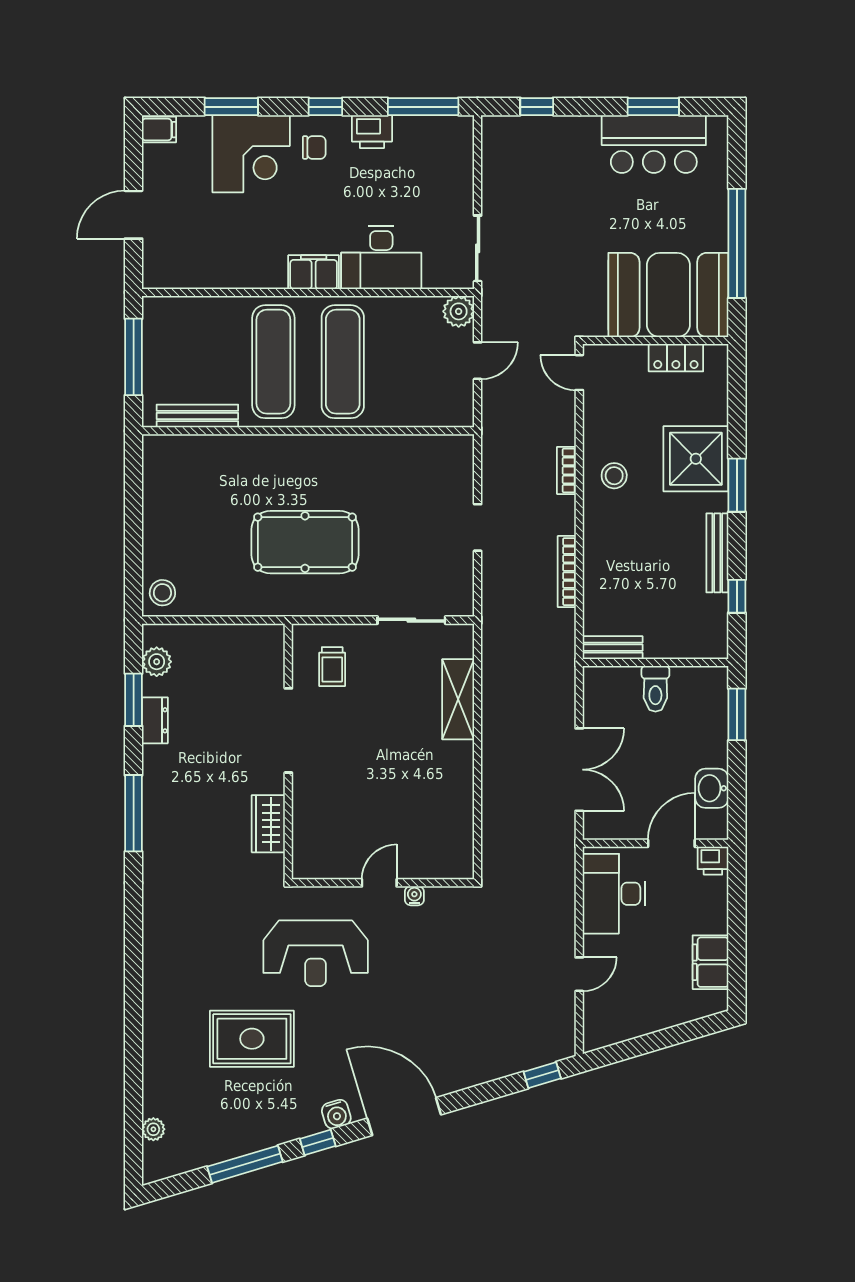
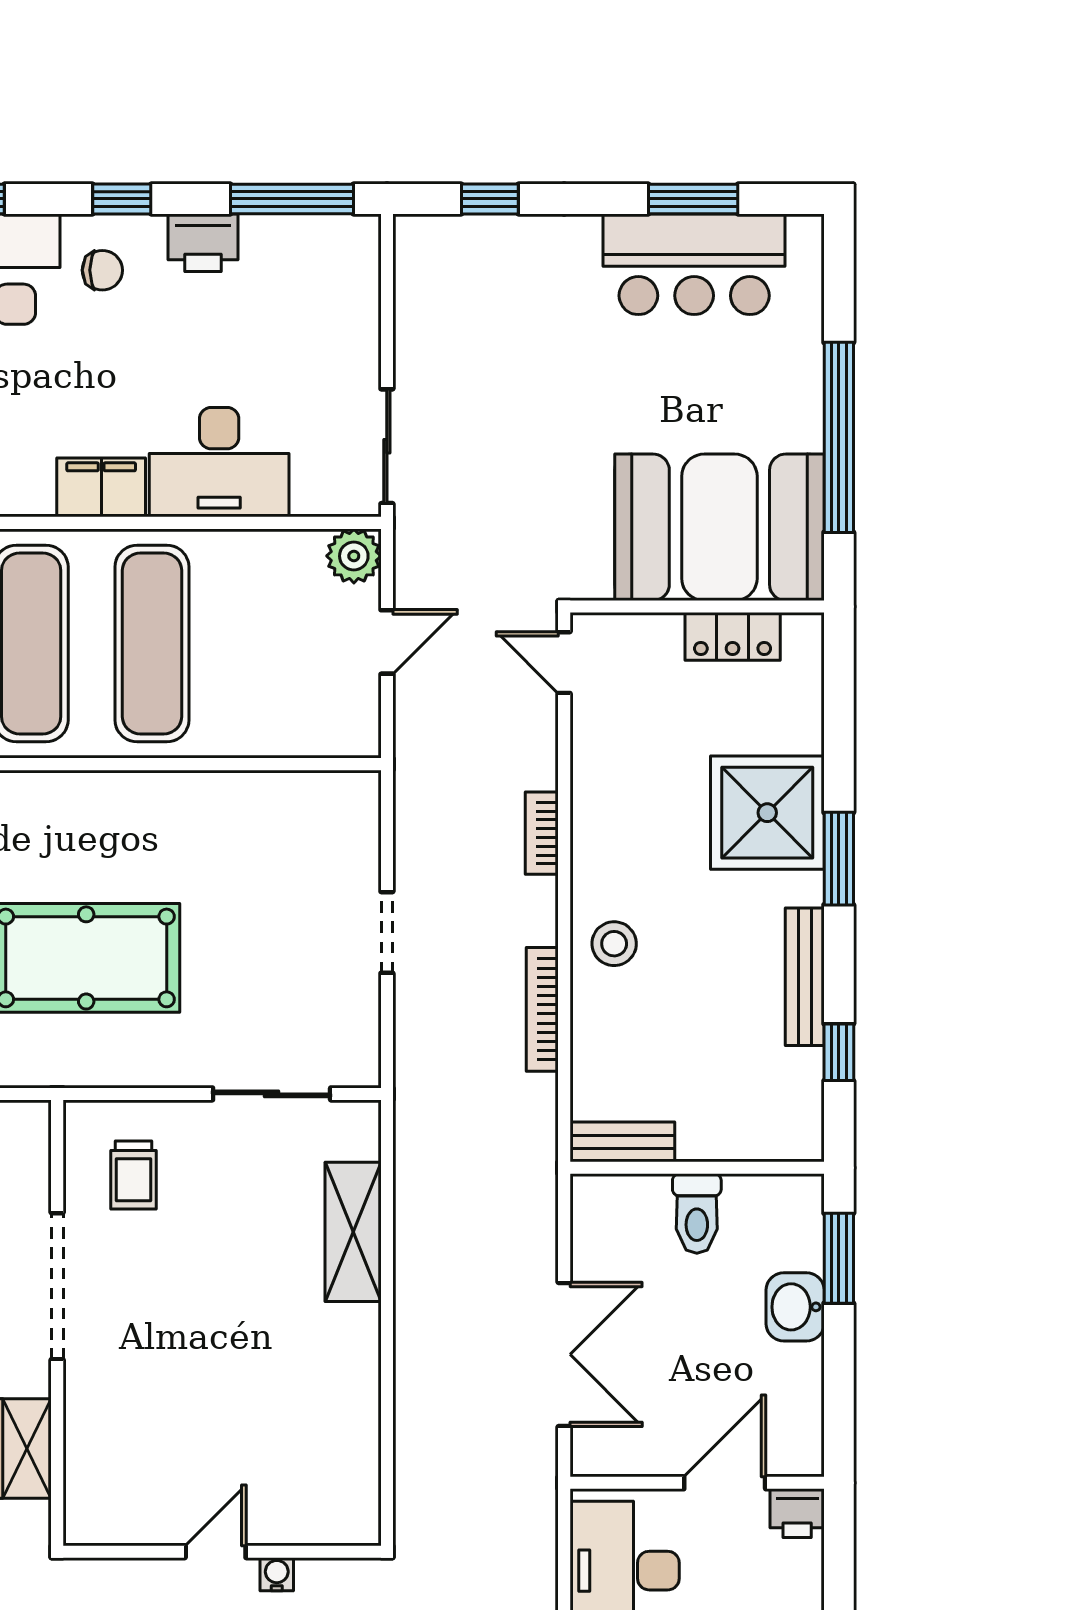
stool: (614, 476) -> (614, 944), moved
washbasin: (712, 788) -> (795, 1307), moved

